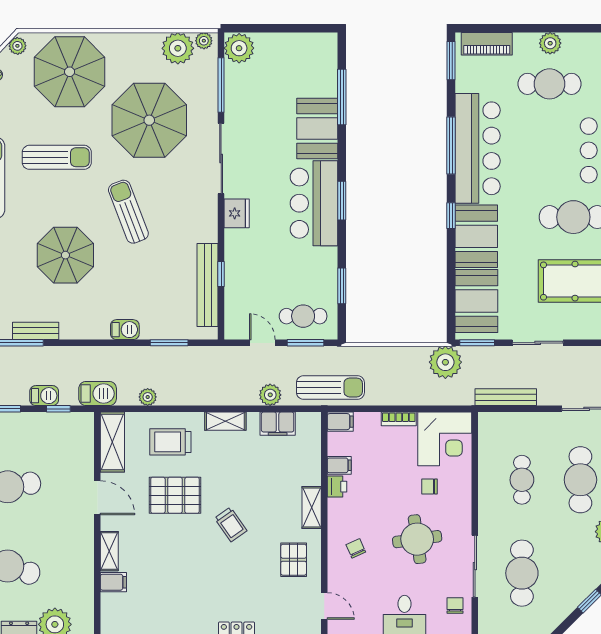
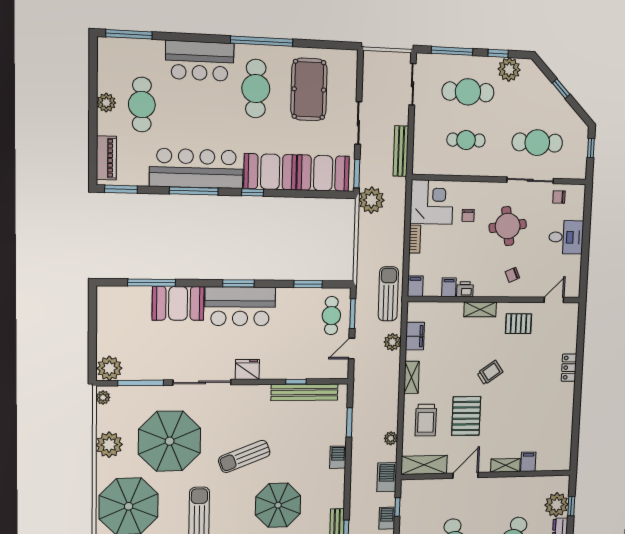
plant: (178, 48) -> (109, 445), moved

